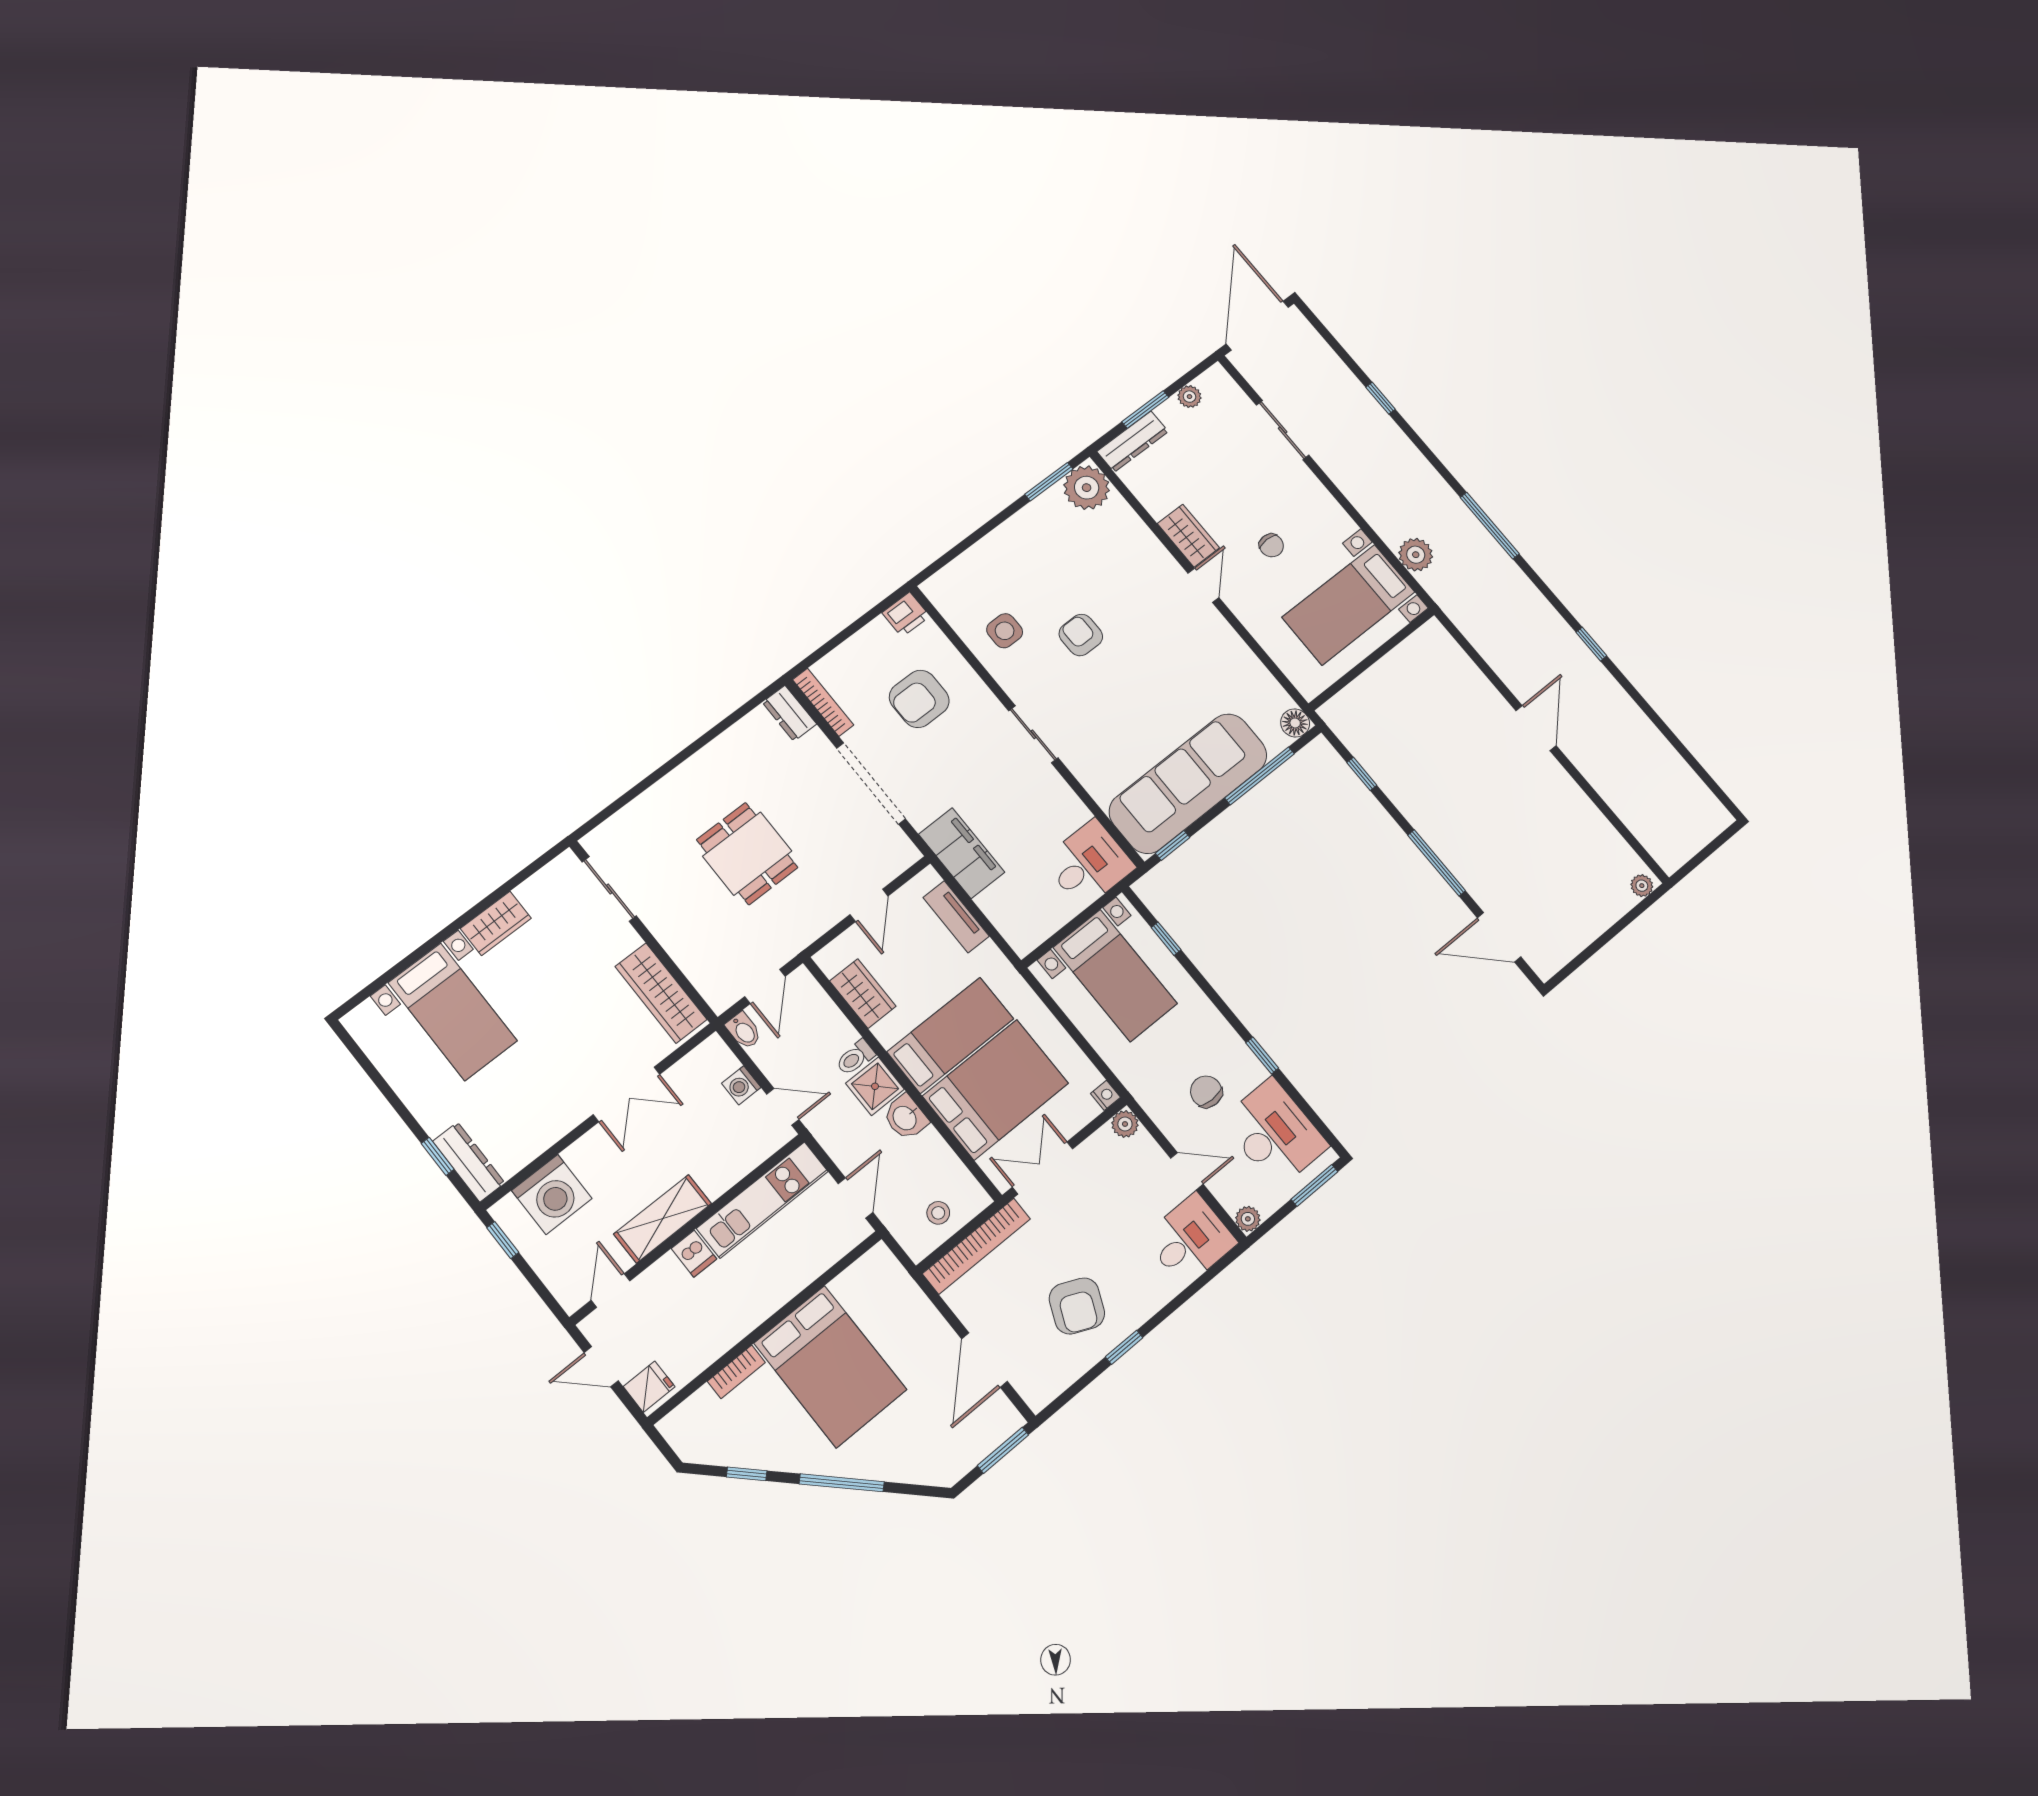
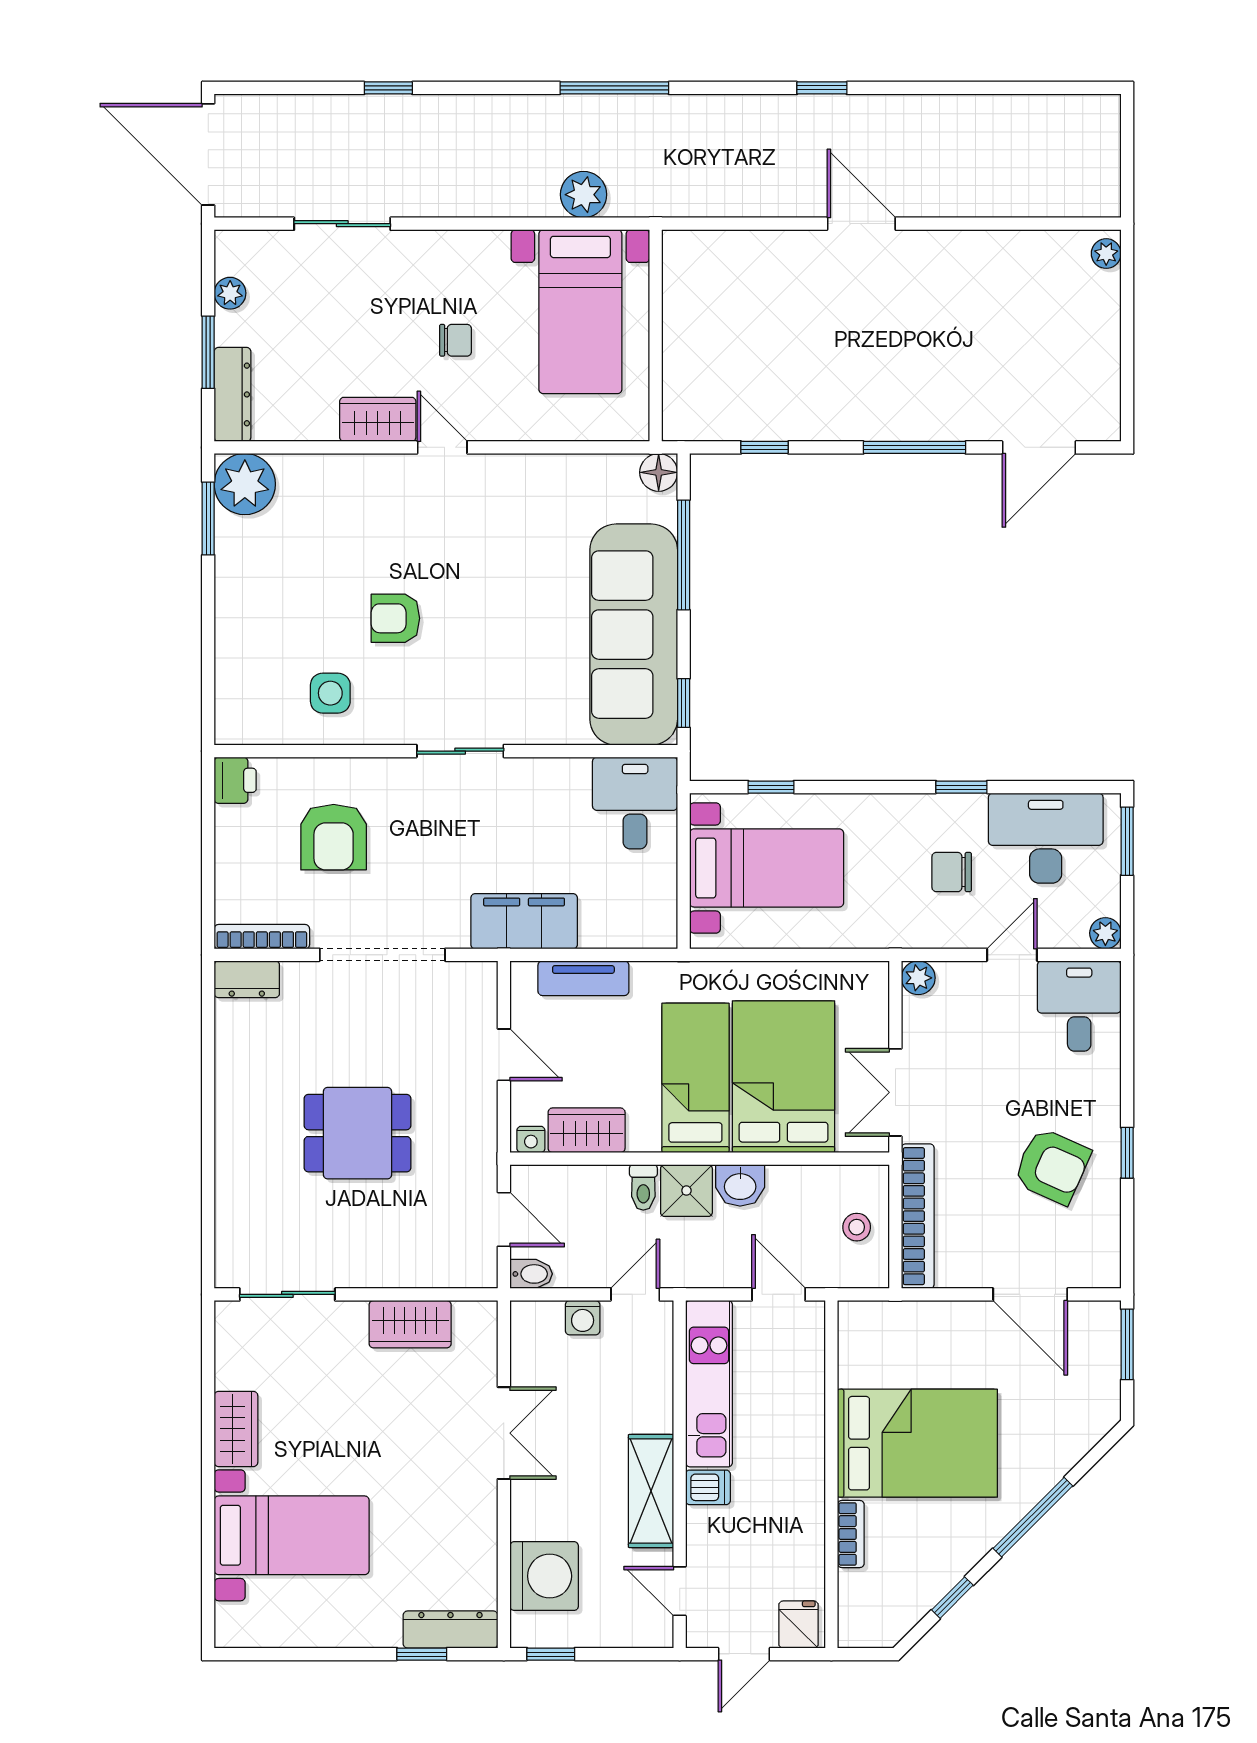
wardrobe: (661, 993) -> (410, 1324), width x0.67
nightstand: (1105, 1095) -> (531, 1139), moved, turned 180

